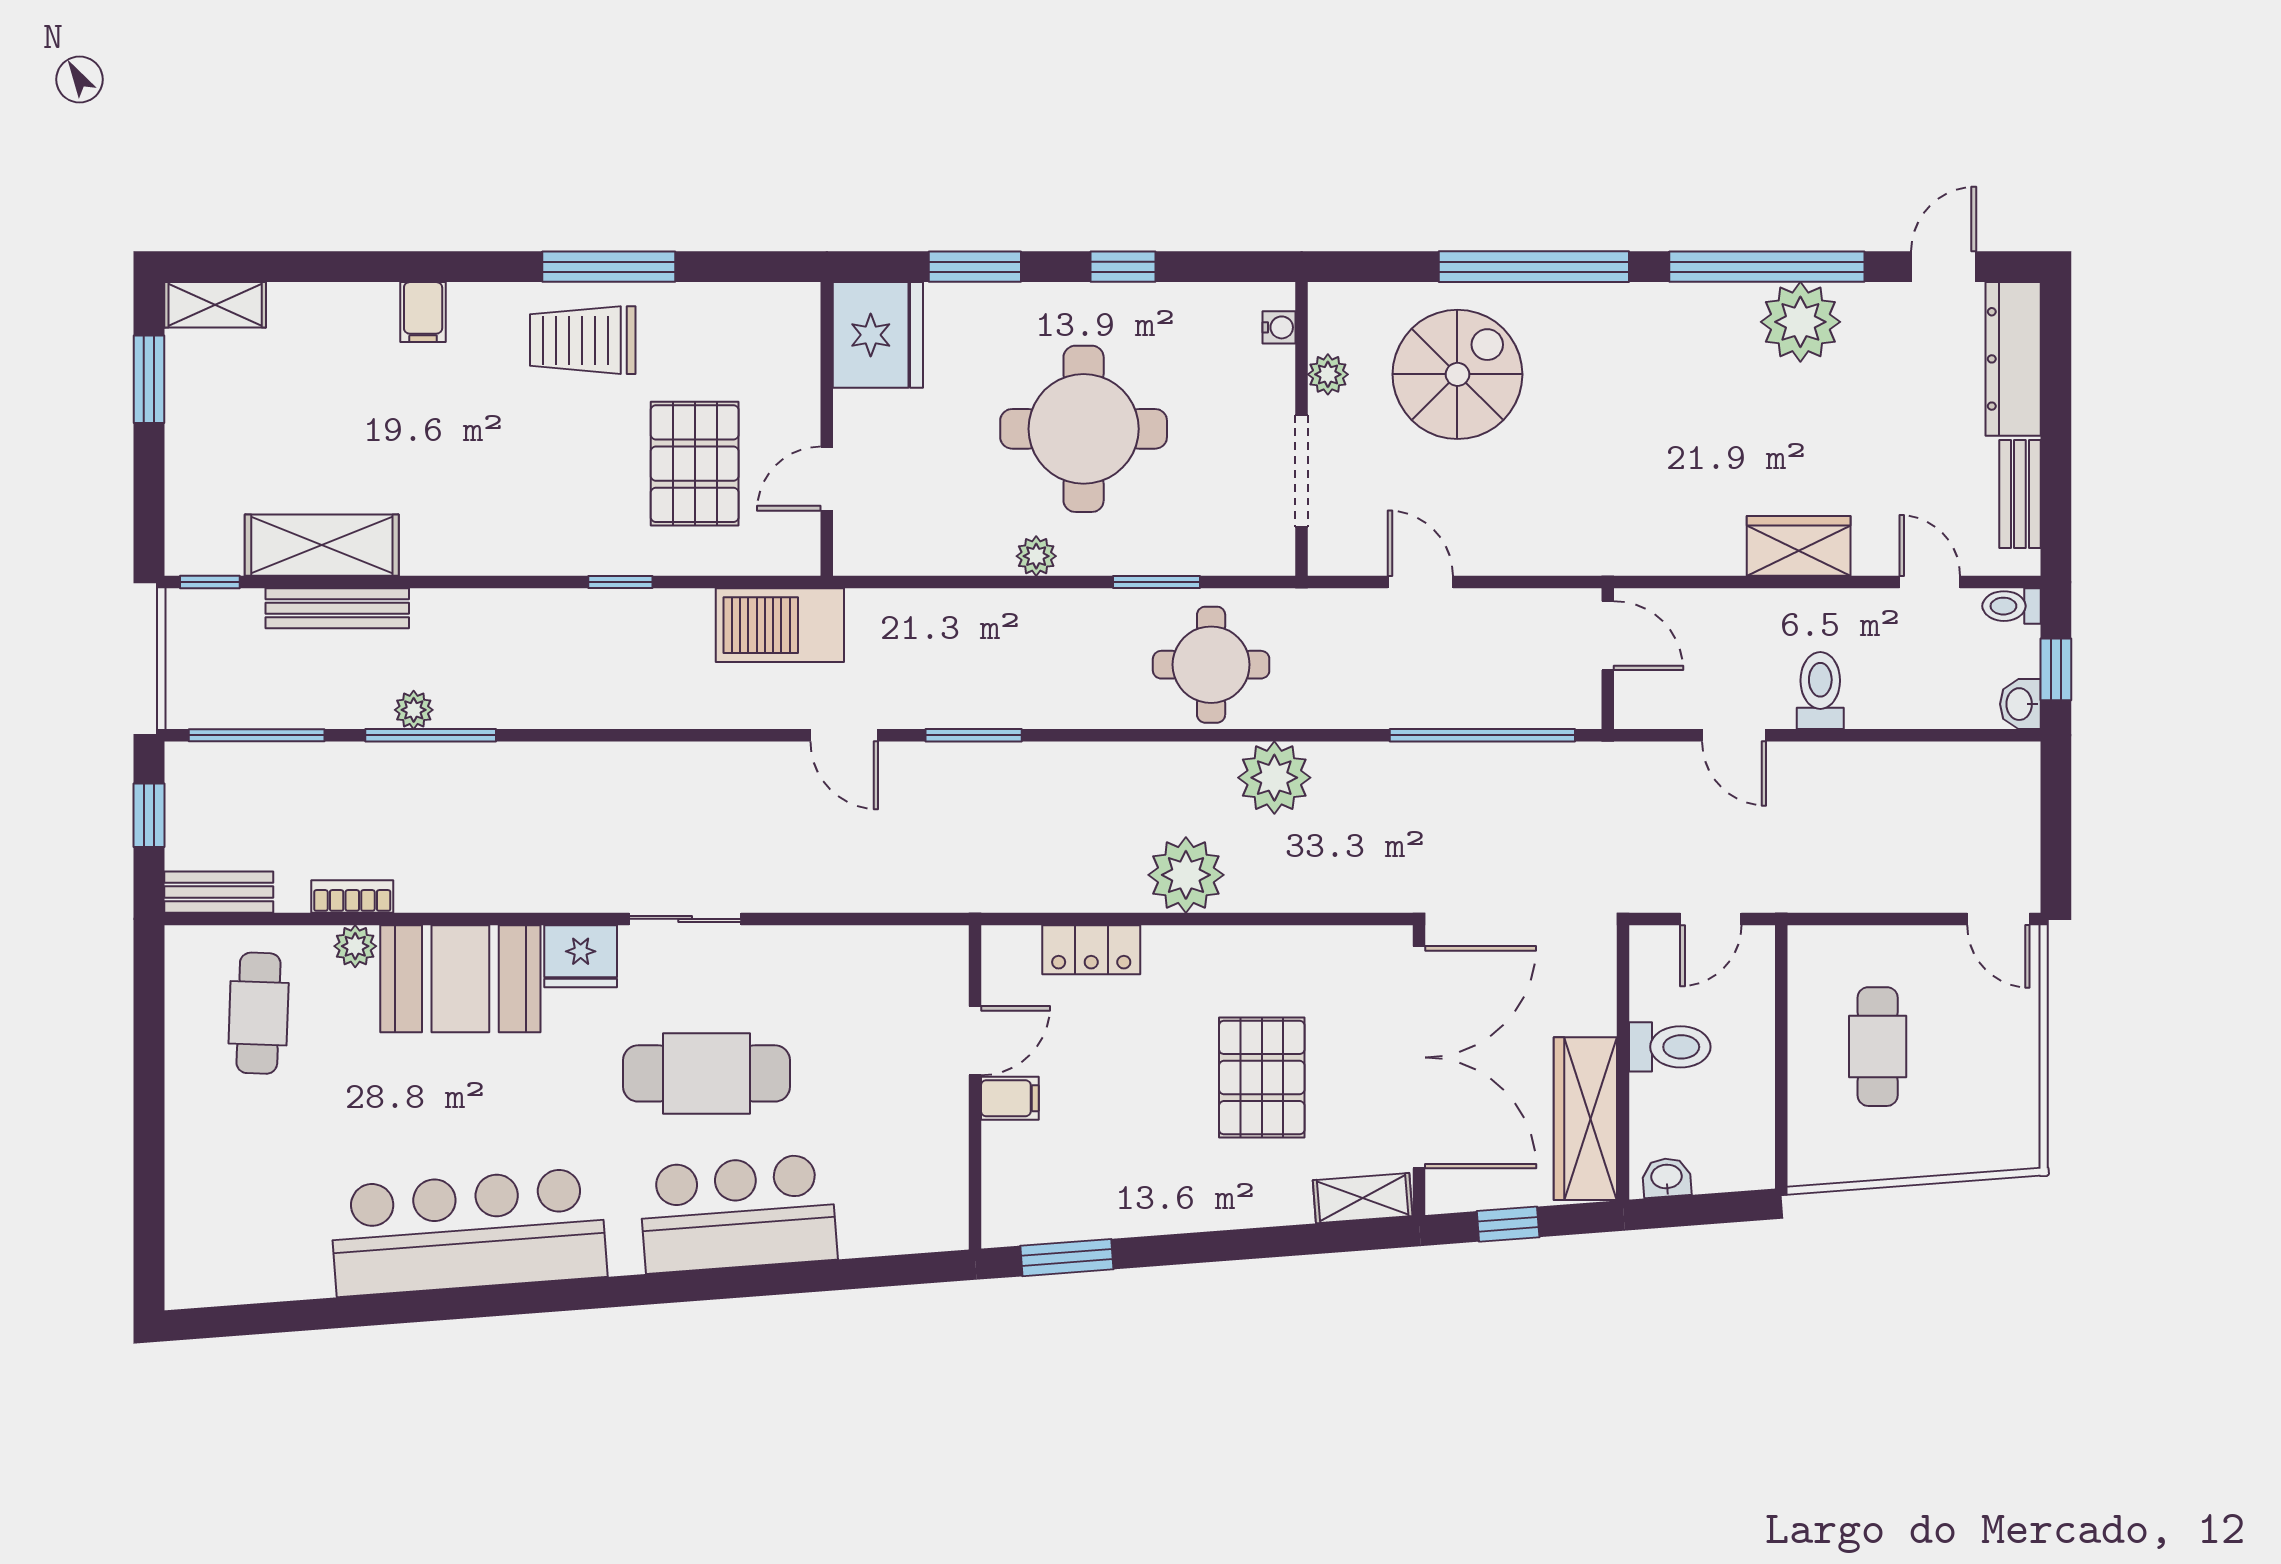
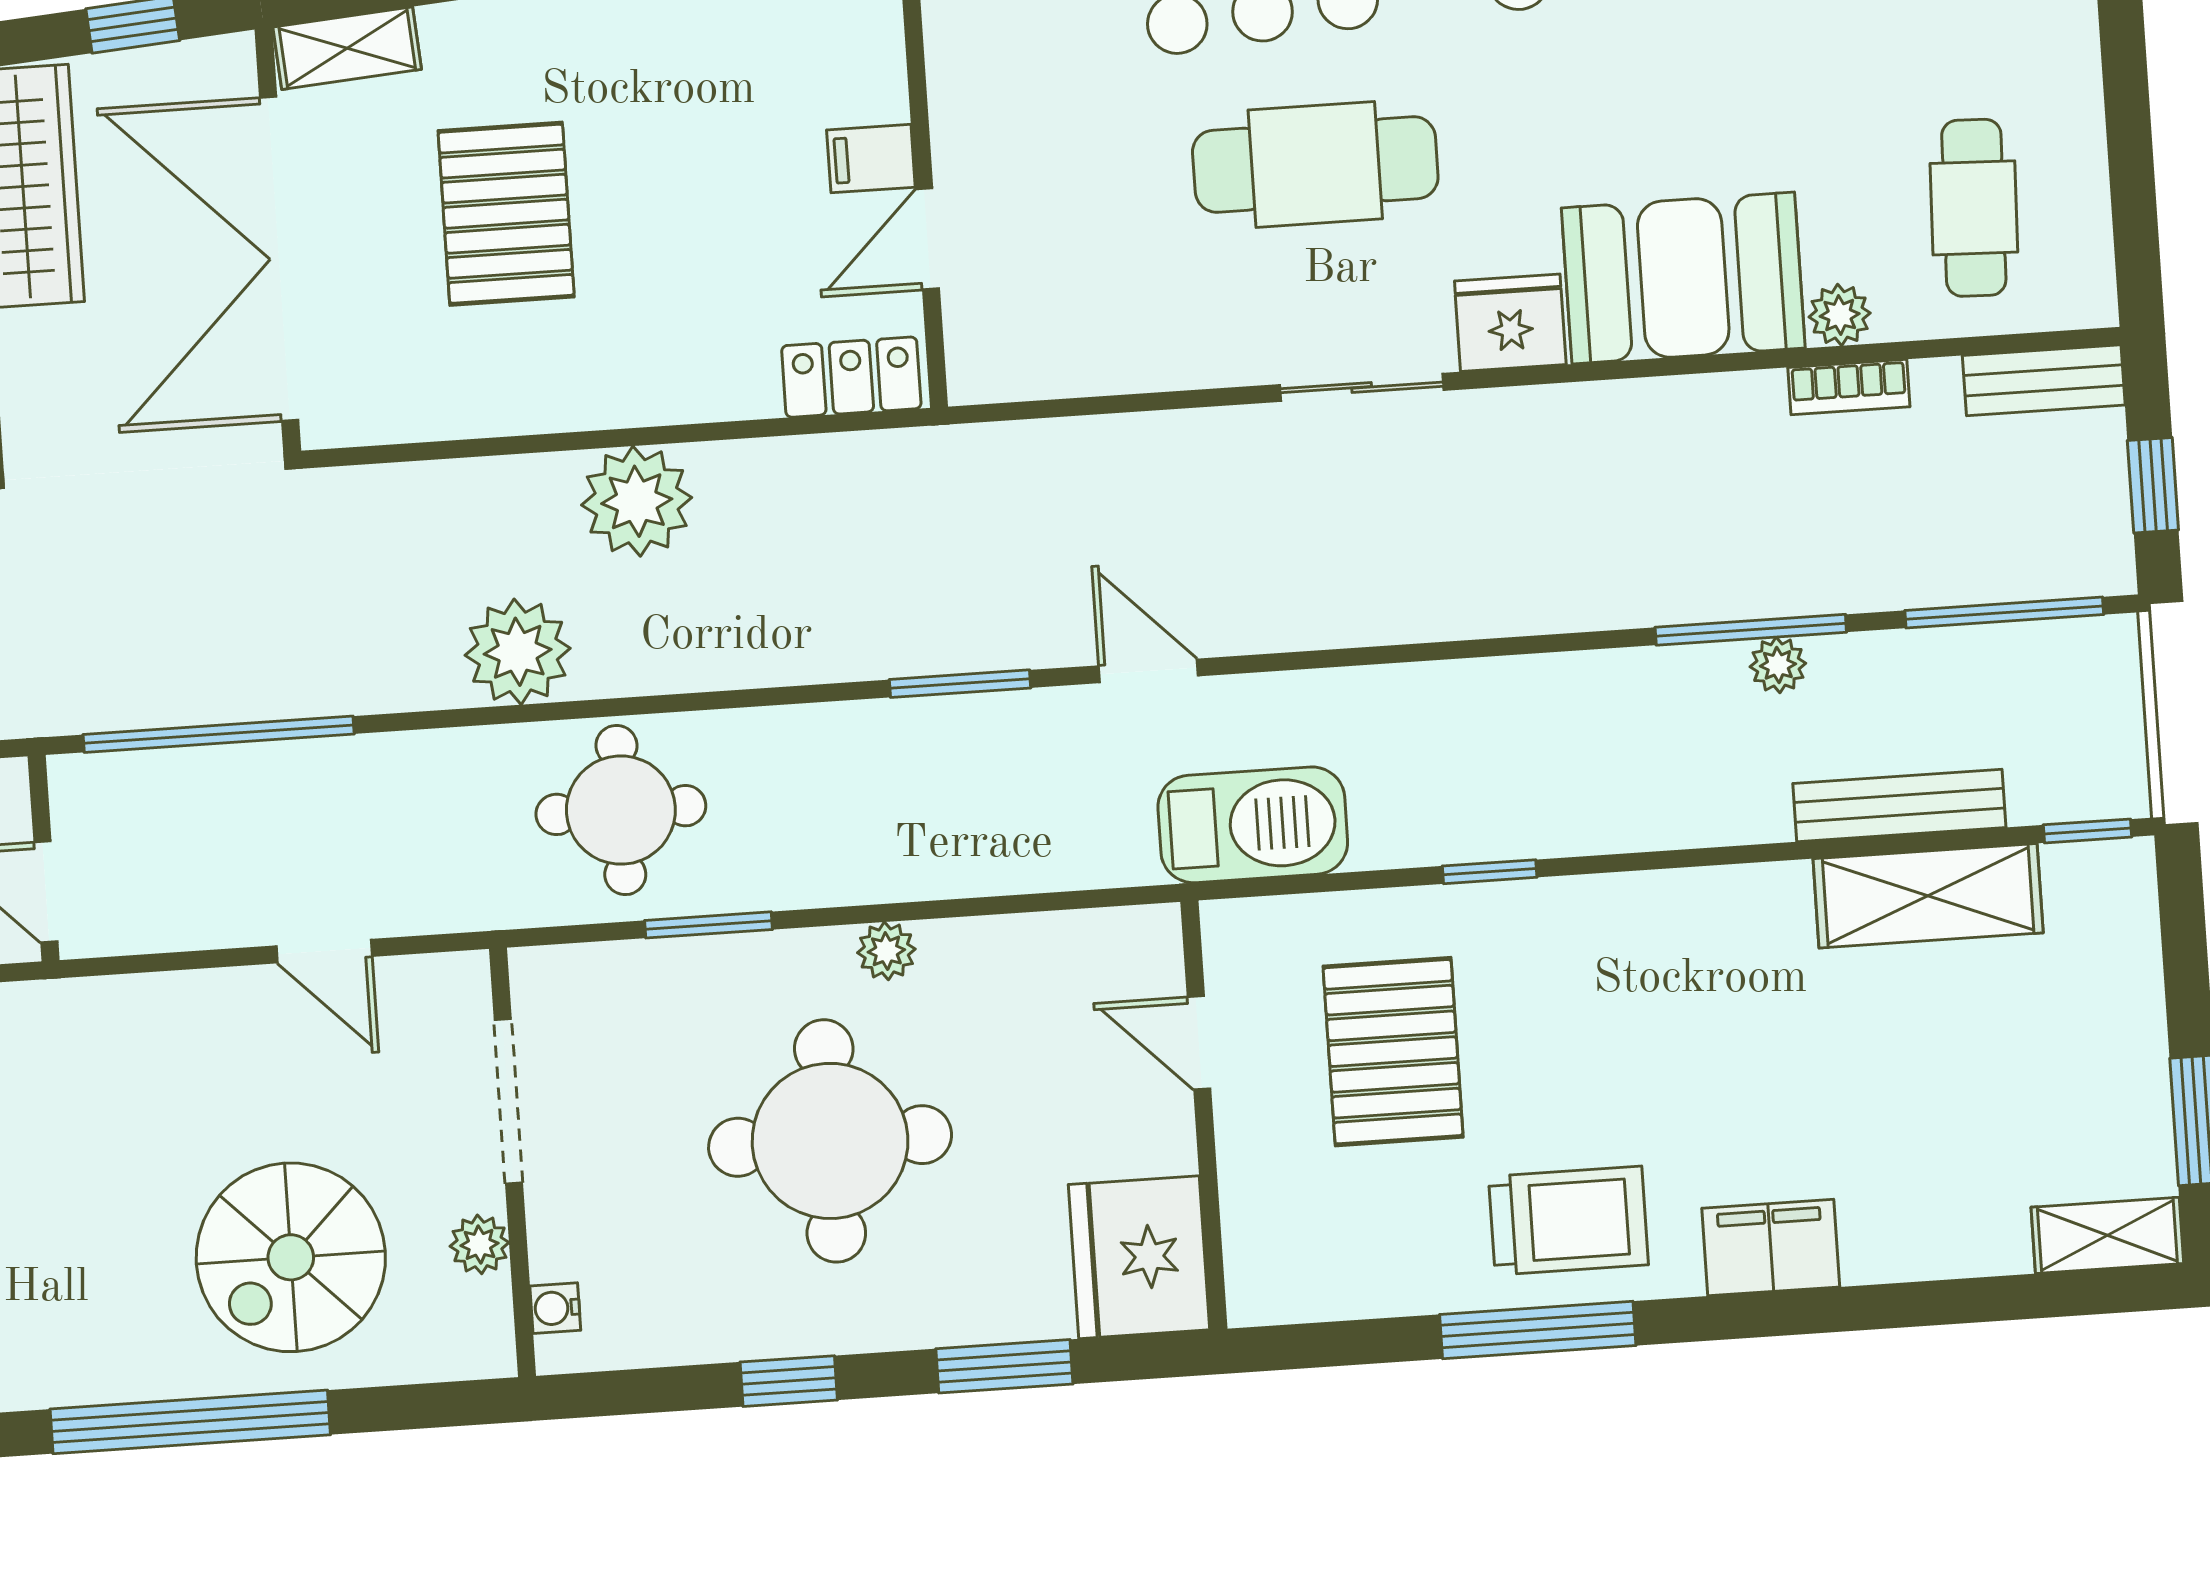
filing cabinet: (423, 312) -> (1771, 1248), width x2.00
door: (827, 479) -> (1199, 1043), swing flipped
locker: (1091, 950) -> (851, 377), moved

